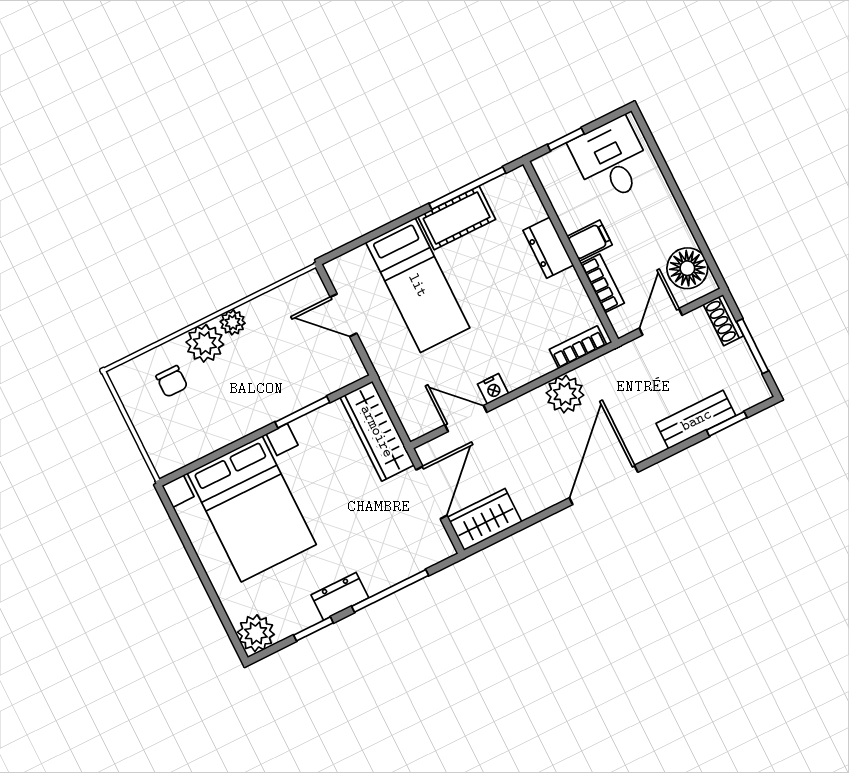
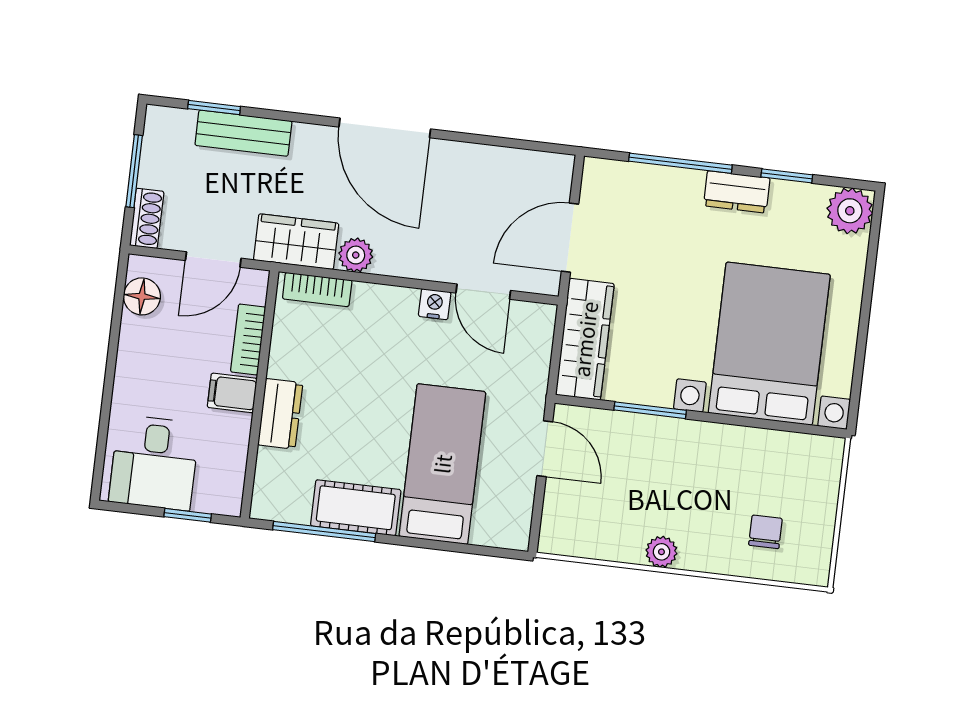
floor lamp: (687, 268) -> (142, 296), width x0.73, depth x0.73
door: (343, 315) -> (545, 449), moved
plant: (205, 343) -> (705, 549), removed
plant: (565, 394) -> (356, 255), width x0.73, depth x0.73
door: (604, 485) -> (385, 128), hinge flipped
wardrobe: (485, 519) -> (296, 242), moved, turned 180

